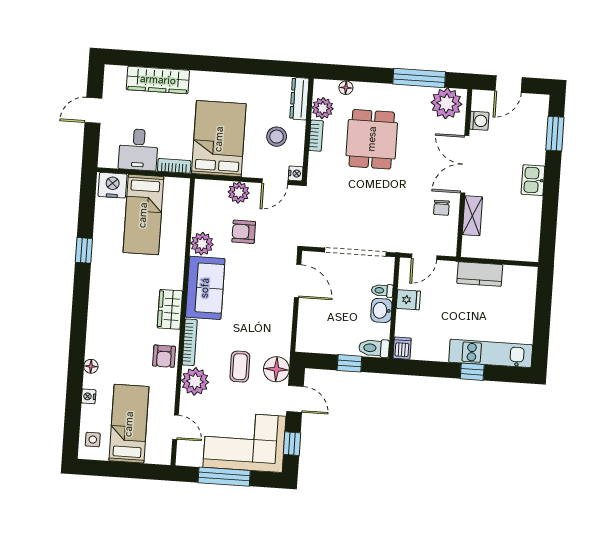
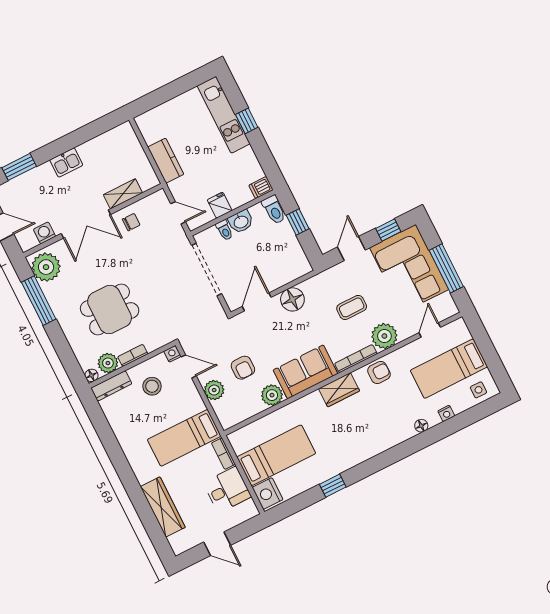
floor lamp: (346, 88) -> (91, 375), moved
bed: (219, 139) -> (184, 438), width x0.67
floor lamp: (276, 369) -> (292, 299), moved

